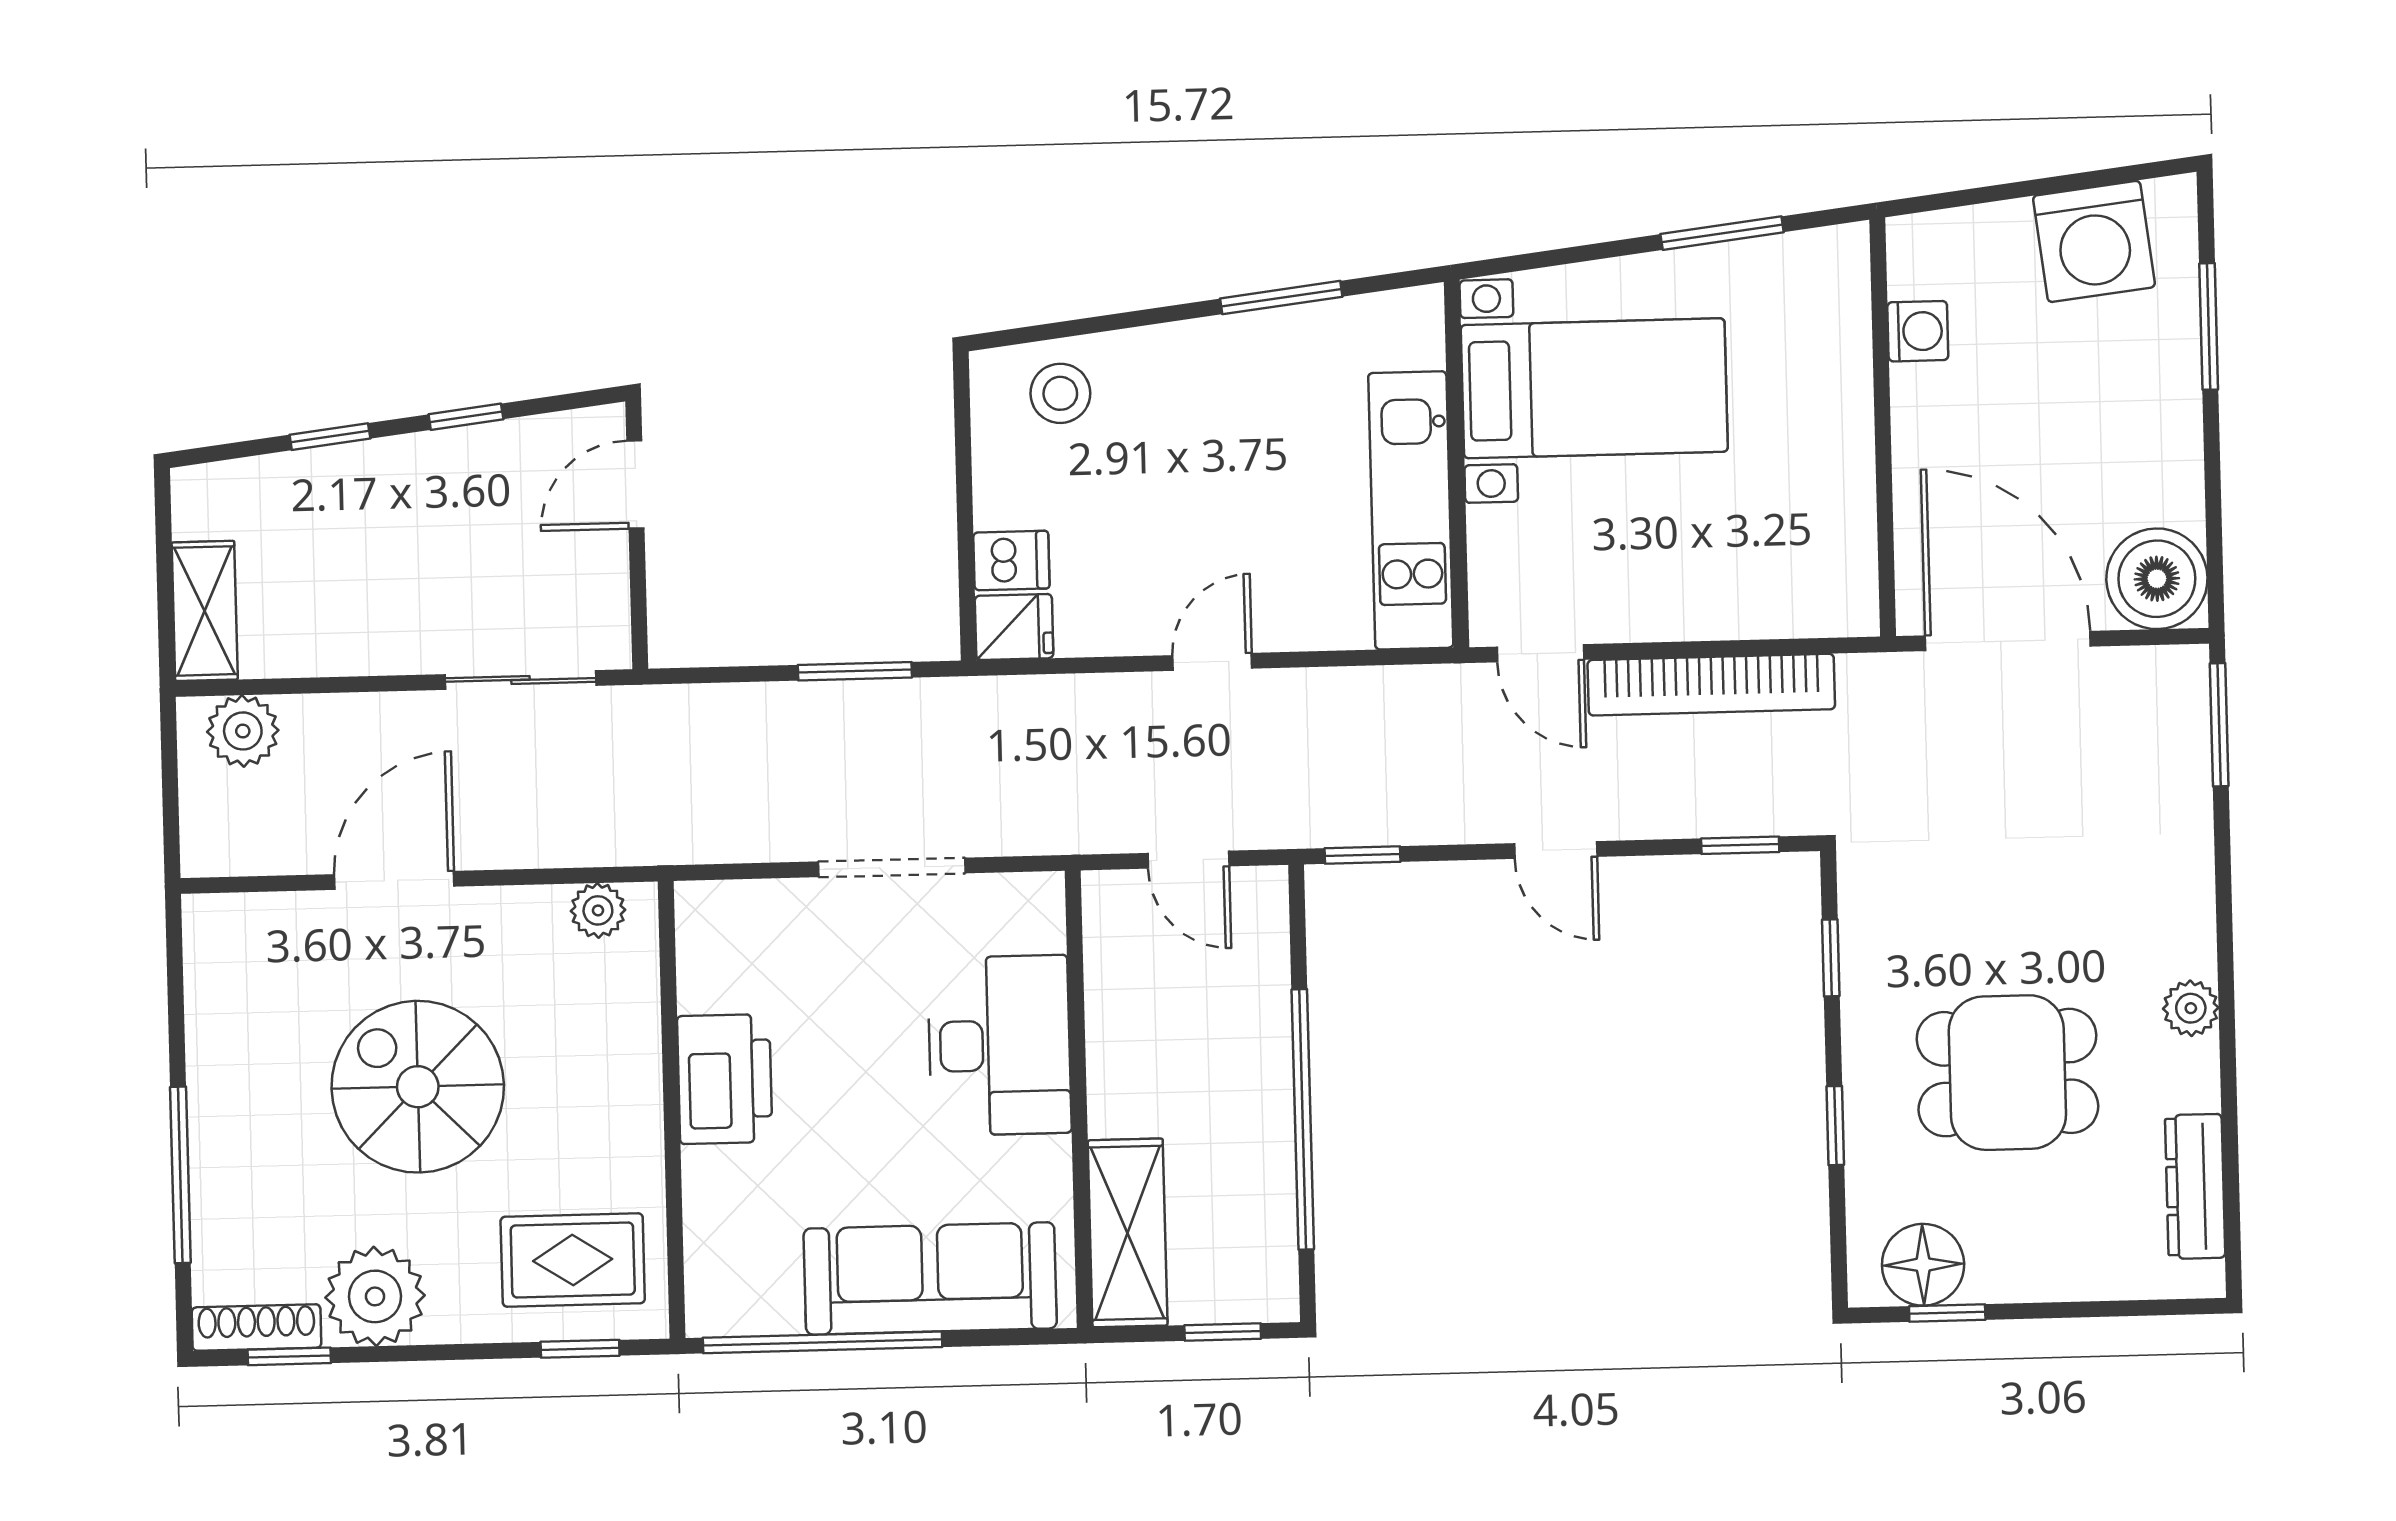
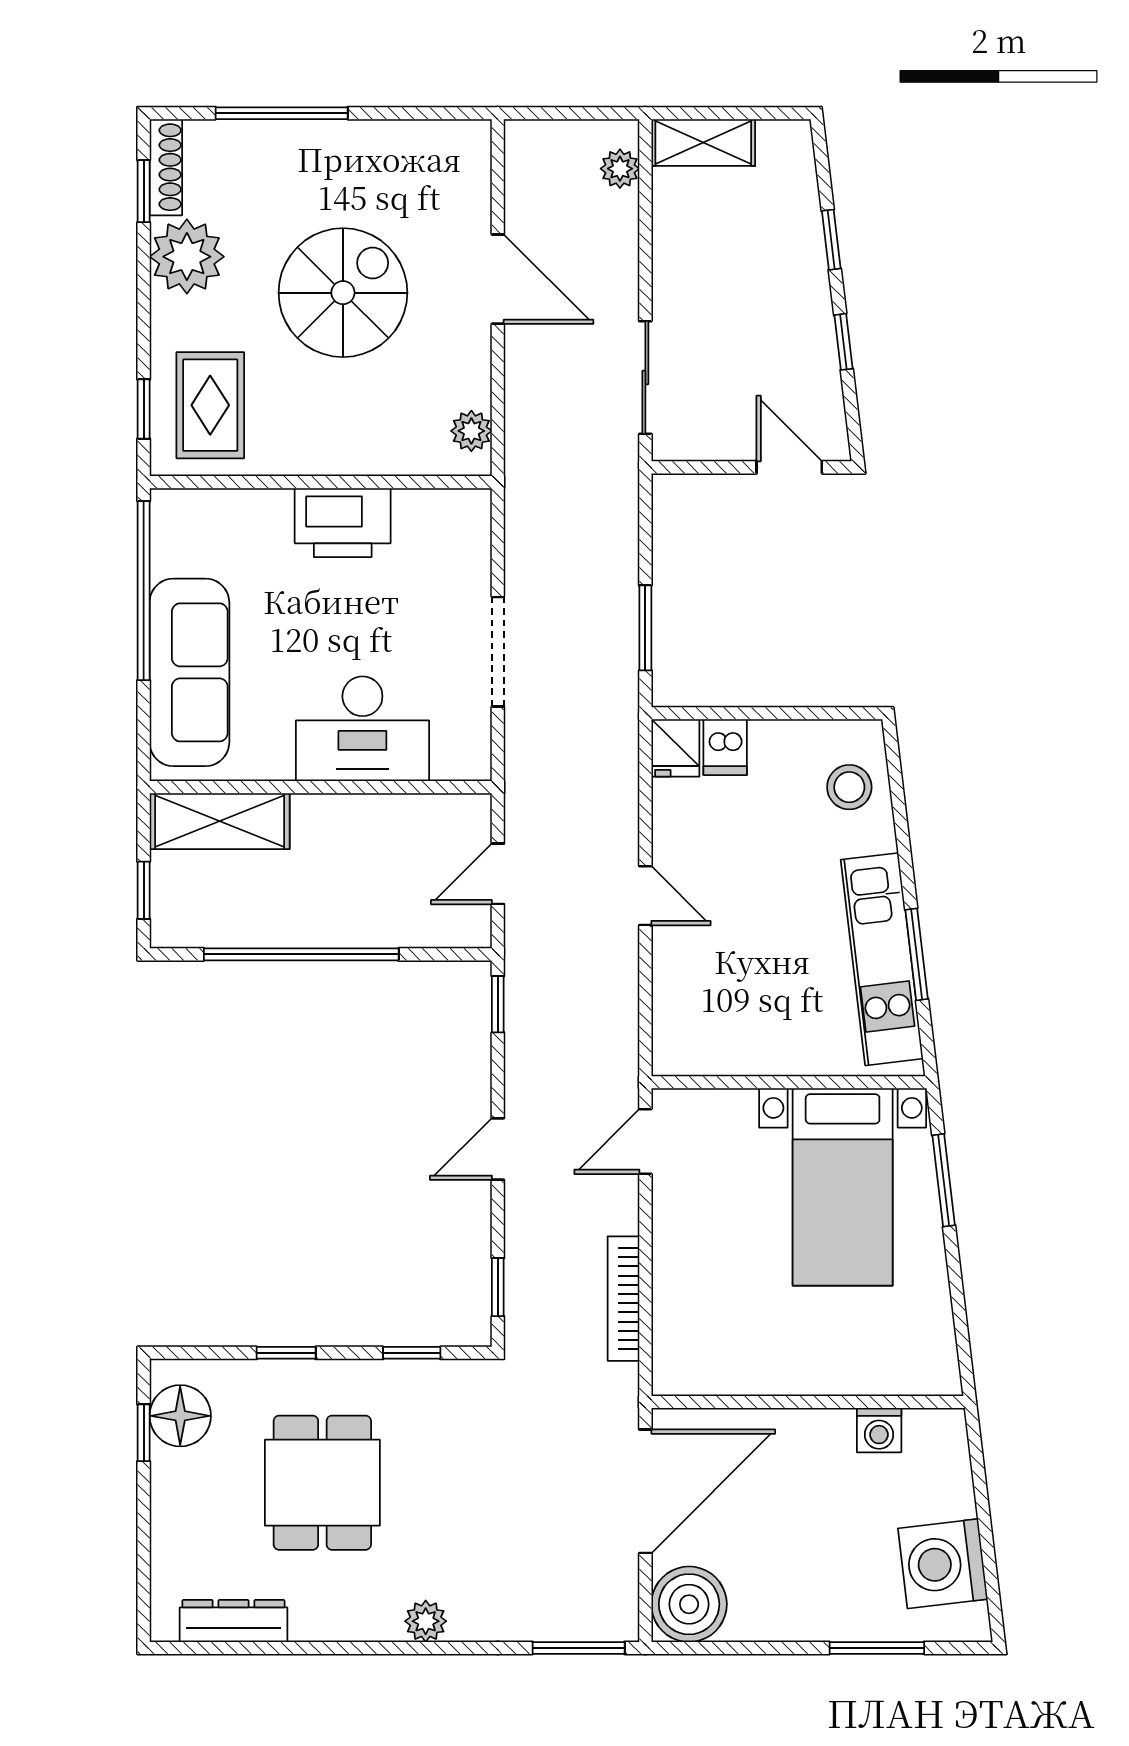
window: (1722, 233) -> (944, 1180), moved
kitchen unit: (1411, 510) -> (882, 959), moved, turned -97
bookcase: (1711, 685) -> (624, 1299), width x0.68, depth x0.76
plant: (243, 731) -> (620, 169), width x0.73, depth x0.73
plant: (2191, 1008) -> (426, 1621), moved

